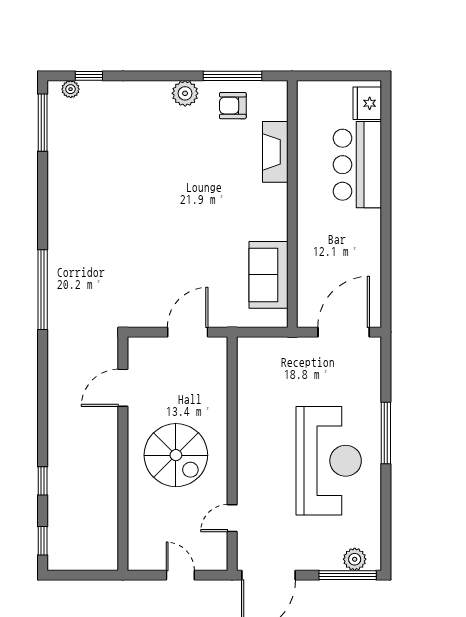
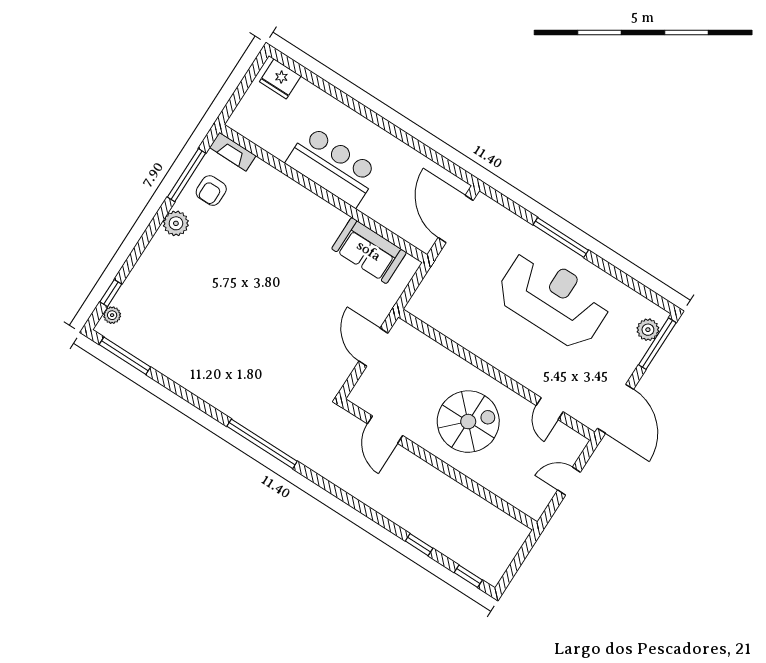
fireplace: (275, 152) -> (233, 152), moved, width x0.73, depth x0.76
bar counter: (357, 165) -> (333, 167), moved, turned 180

